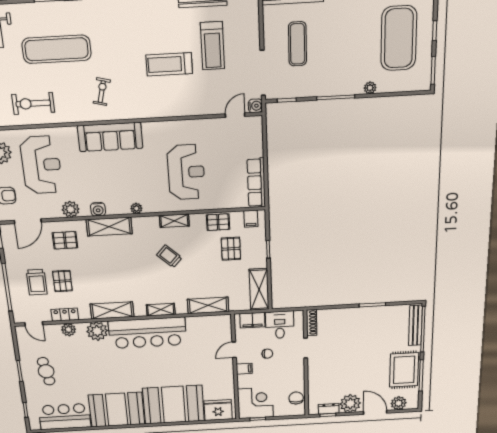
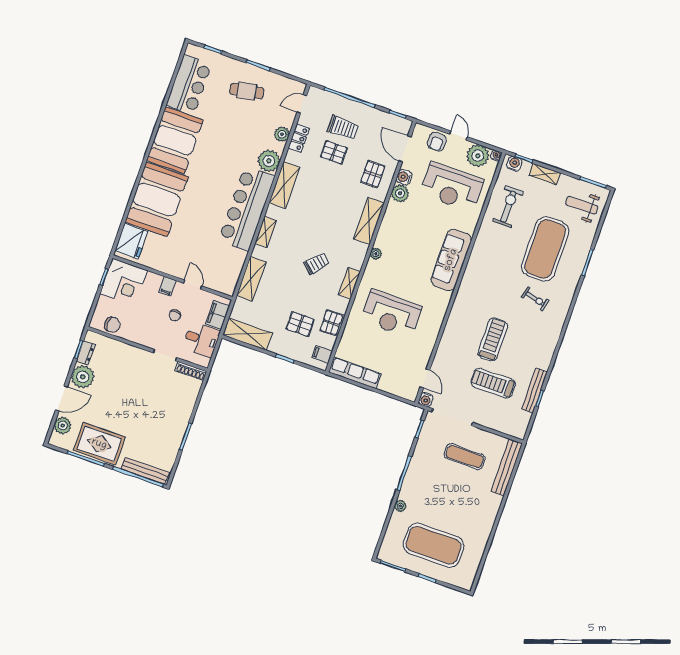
exercise mat: (57, 49) -> (545, 249), width x1.47
exercise bike: (102, 92) -> (535, 299), moved
water cooler: (98, 209) -> (404, 177), moved
trolley: (37, 282) -> (343, 128), turned 180

